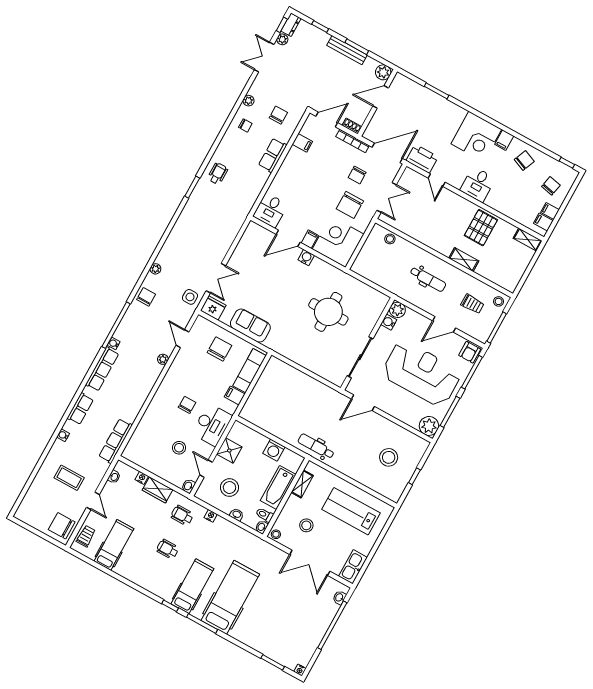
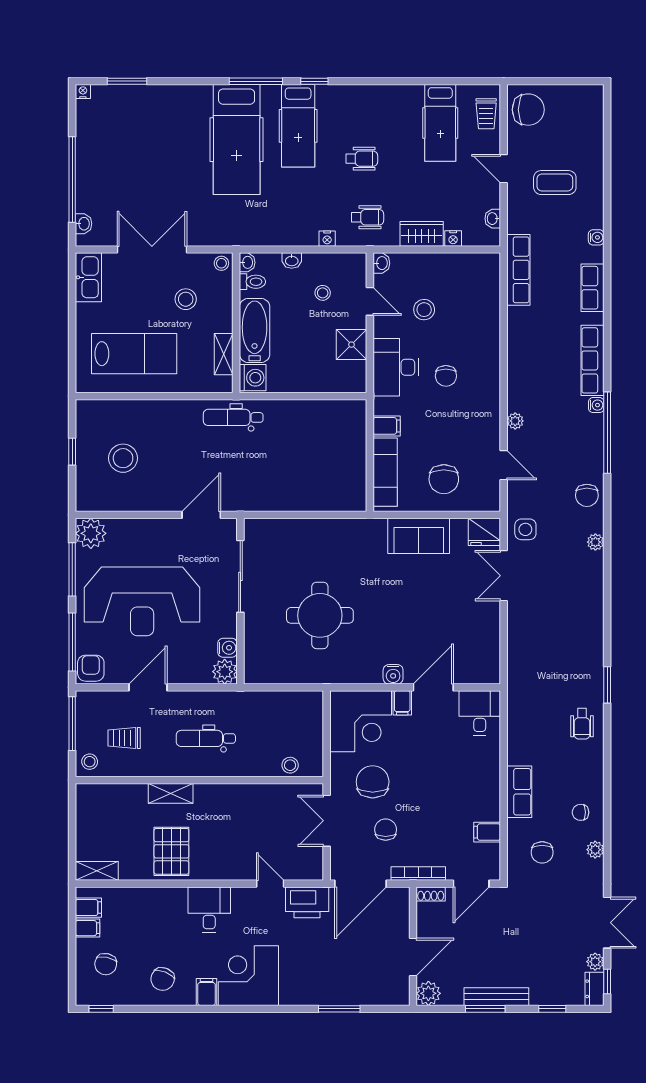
dental chair: (316, 446) -> (233, 417), turned 180
washing machine: (274, 450) -> (253, 378), moved, turned 90
stool: (229, 488) -> (323, 293), width x0.53, depth x0.53

